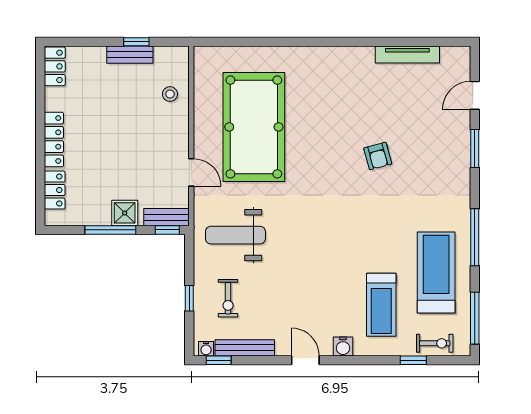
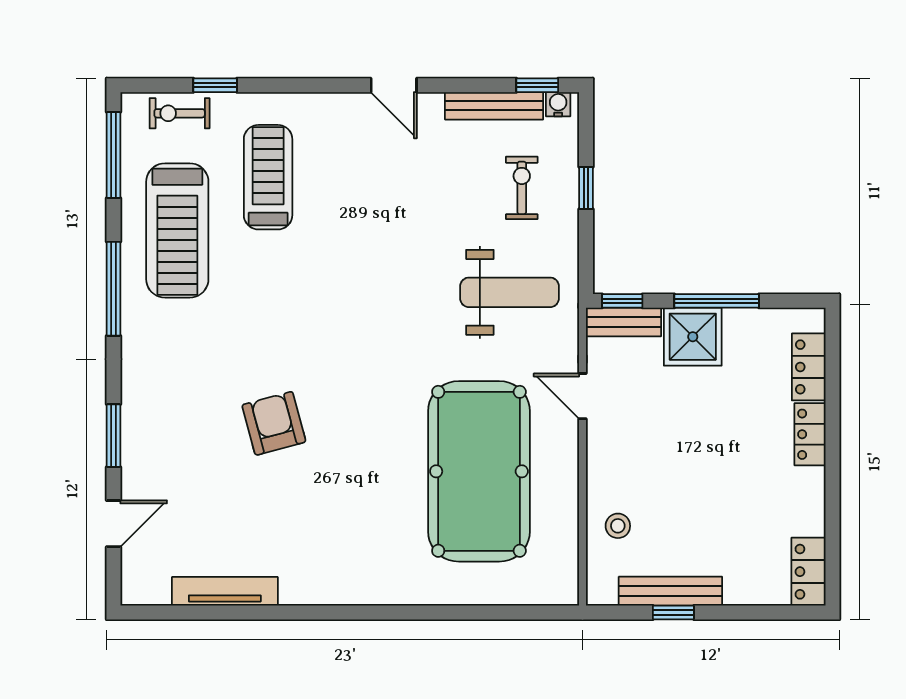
bench: (130, 55) -> (670, 591), width x1.36
locker: (54, 139) -> (810, 434), width x0.66
armchair: (378, 156) -> (274, 423), width x1.38, depth x1.38
shower: (125, 213) -> (693, 337), width x1.36, depth x1.36
water cooler: (343, 347) -> (331, 108), removed

